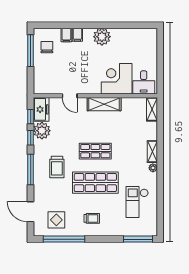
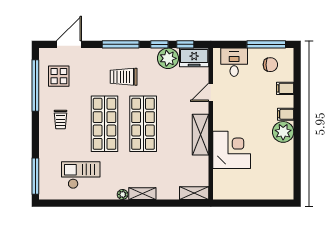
filing cabinet: (77, 35) -> (286, 114), moved
desk: (144, 82) -> (234, 62), moved, turned 90
shop shelf: (95, 151) -> (143, 124), width x1.43, depth x1.36

